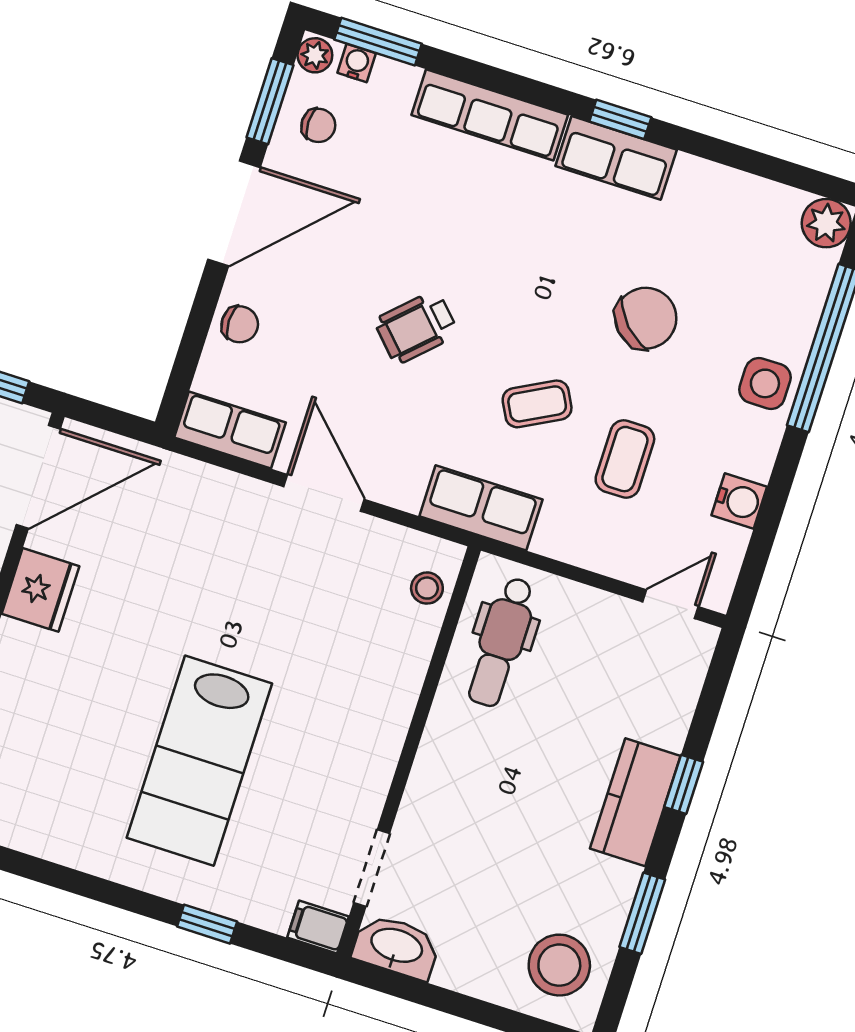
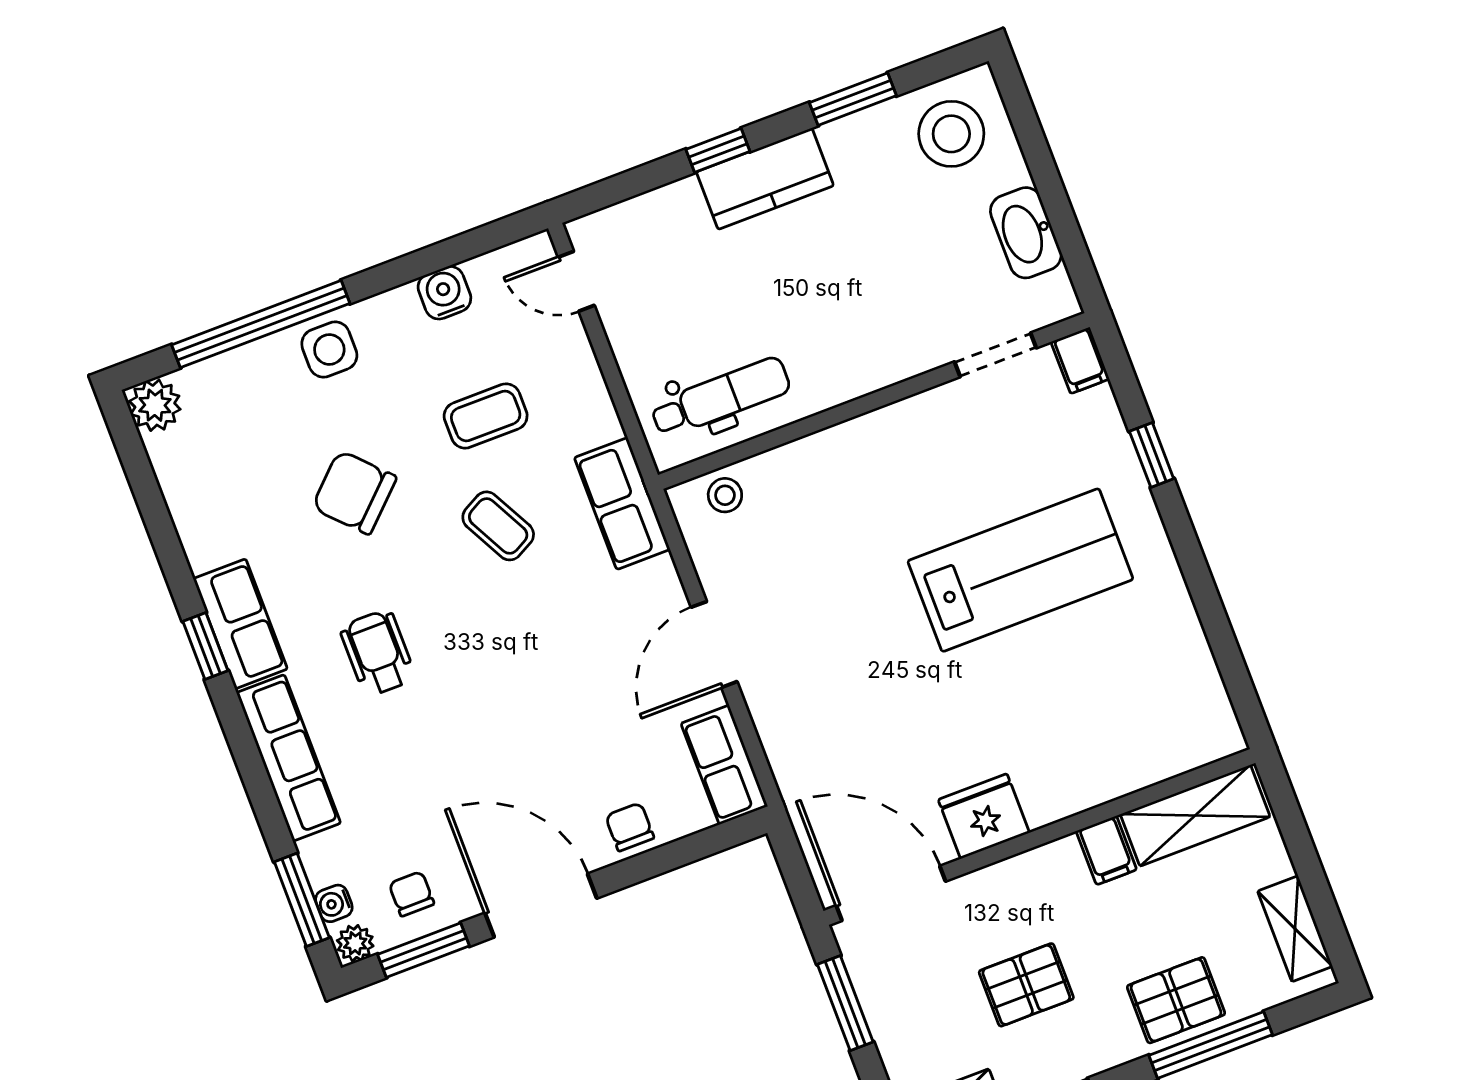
wheelchair: (416, 327) -> (378, 653), moved, turned -136
washbasin: (396, 947) -> (1026, 233), moved

